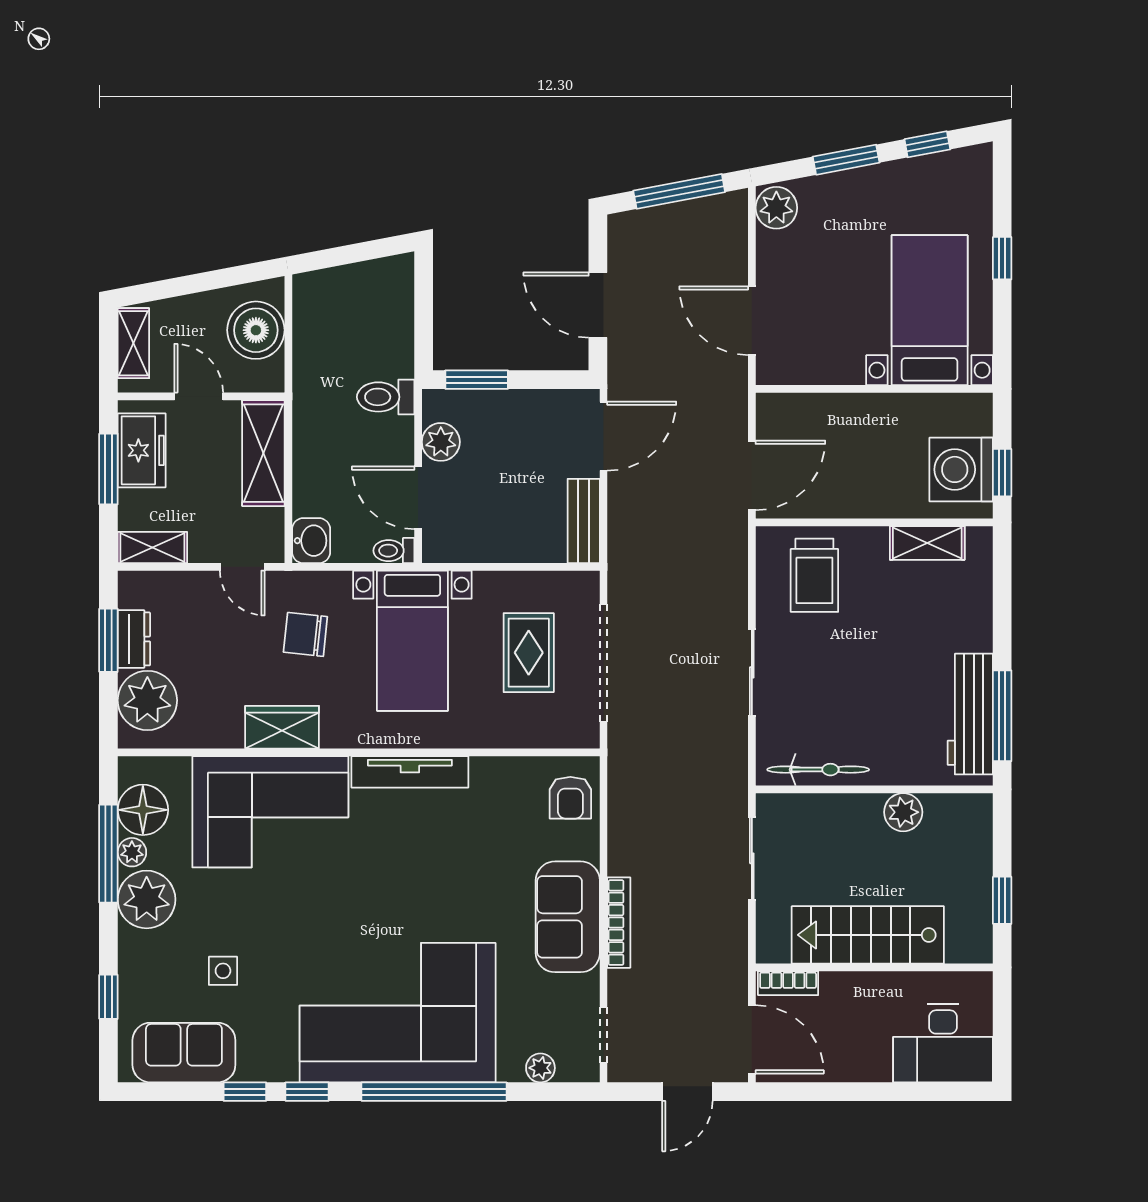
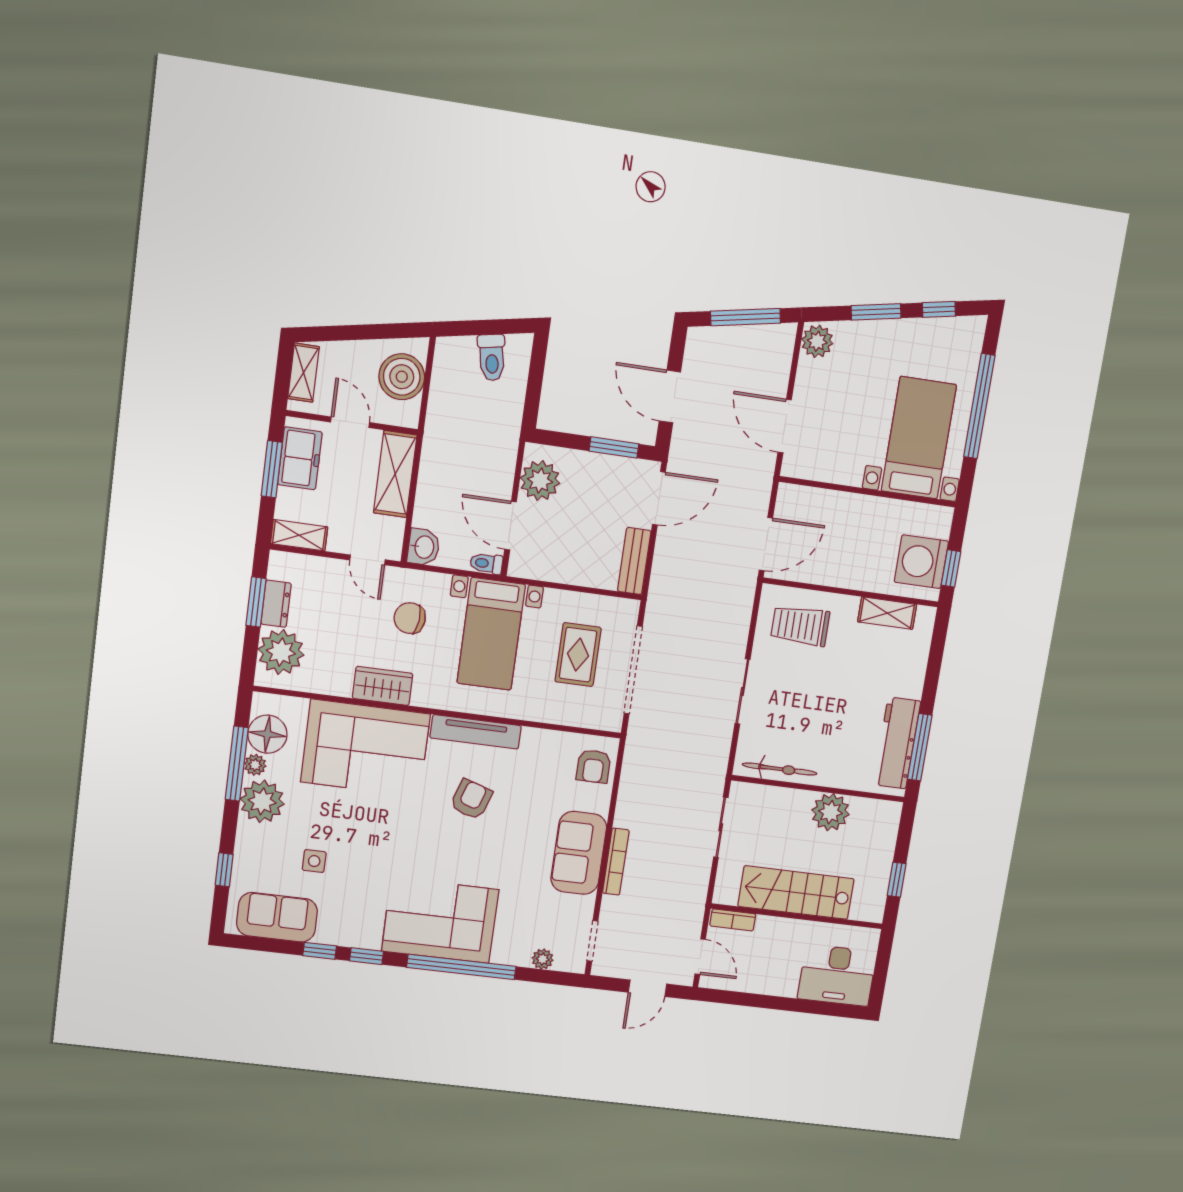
window: (1002, 258) -> (979, 406), width x3.17
window: (477, 380) -> (614, 447), moved
toilet: (386, 397) -> (492, 358), moved, turned -101
plant: (441, 442) -> (540, 481), width x1.36, depth x1.36
trolley: (814, 575) -> (800, 626), turned 90
plant: (903, 812) -> (830, 812), width x1.36, depth x1.36
armchair: (416, 862) -> (471, 799), added
corner sofa: (398, 1013) -> (440, 920), width x0.73, depth x0.74
door: (752, 1039) -> (700, 957), width x0.73

